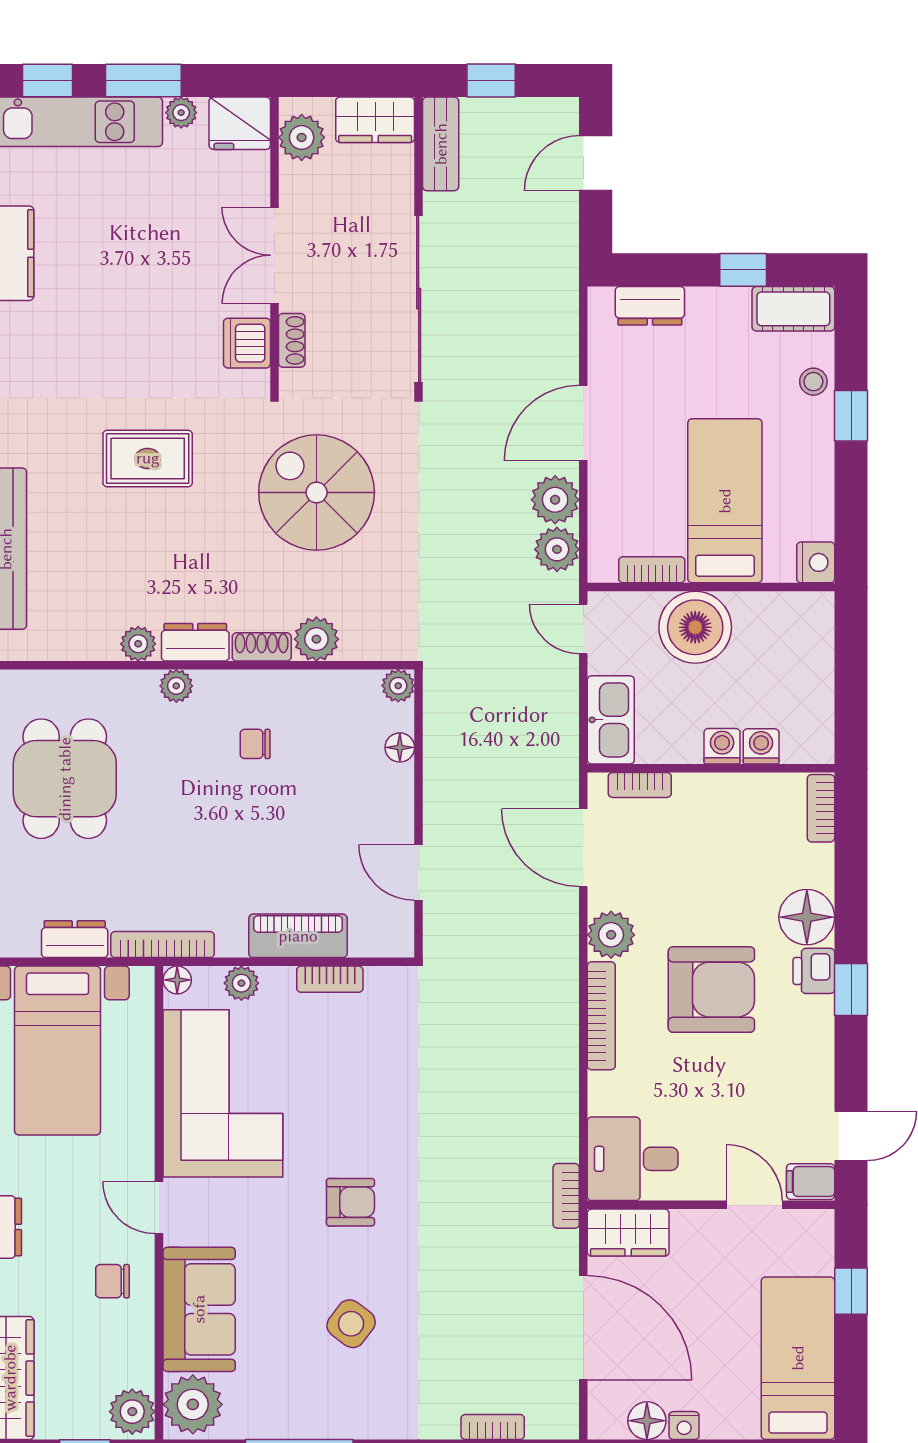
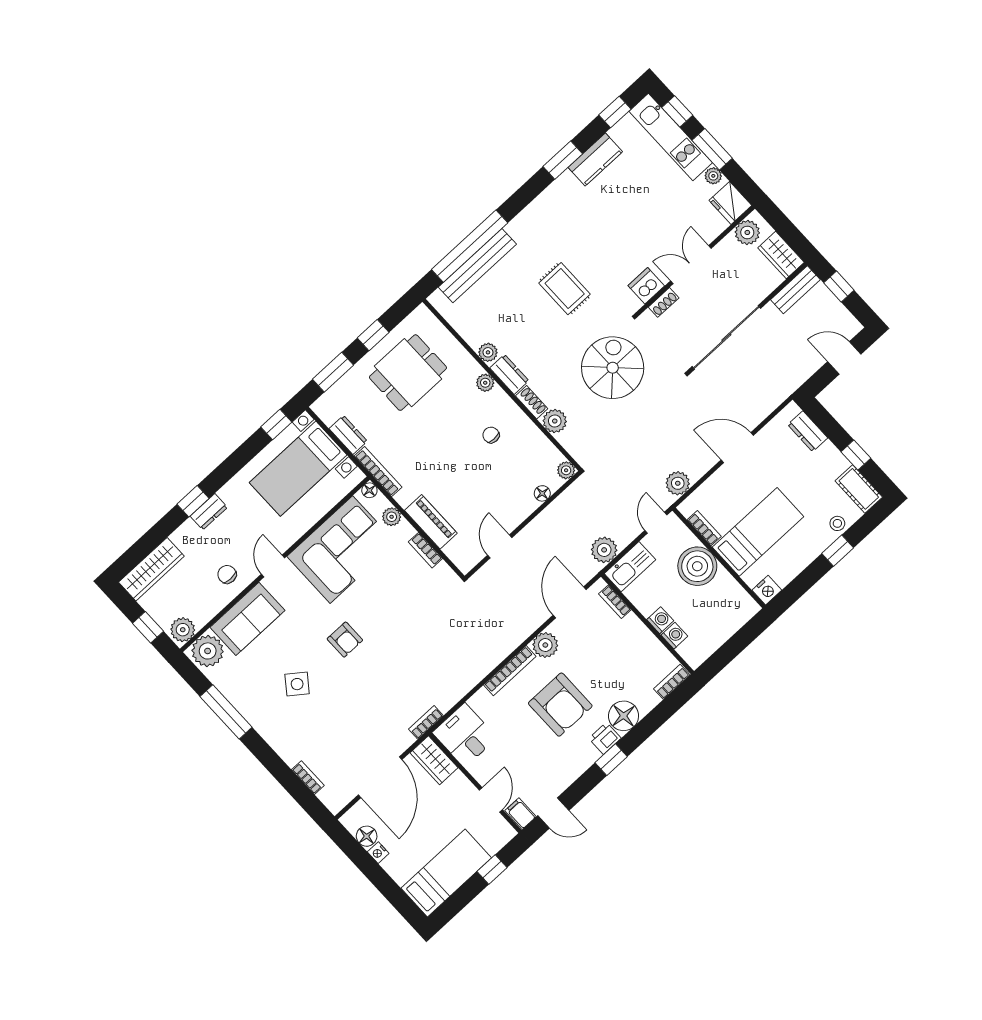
plant: (555, 500) -> (604, 550), moved

